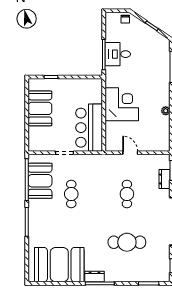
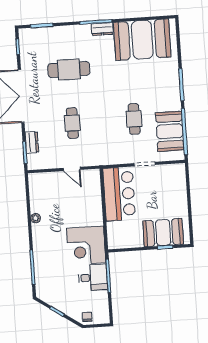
corner desk: (122, 104) -> (86, 245), moved
booth: (40, 108) -> (163, 233), moved, turned 90

